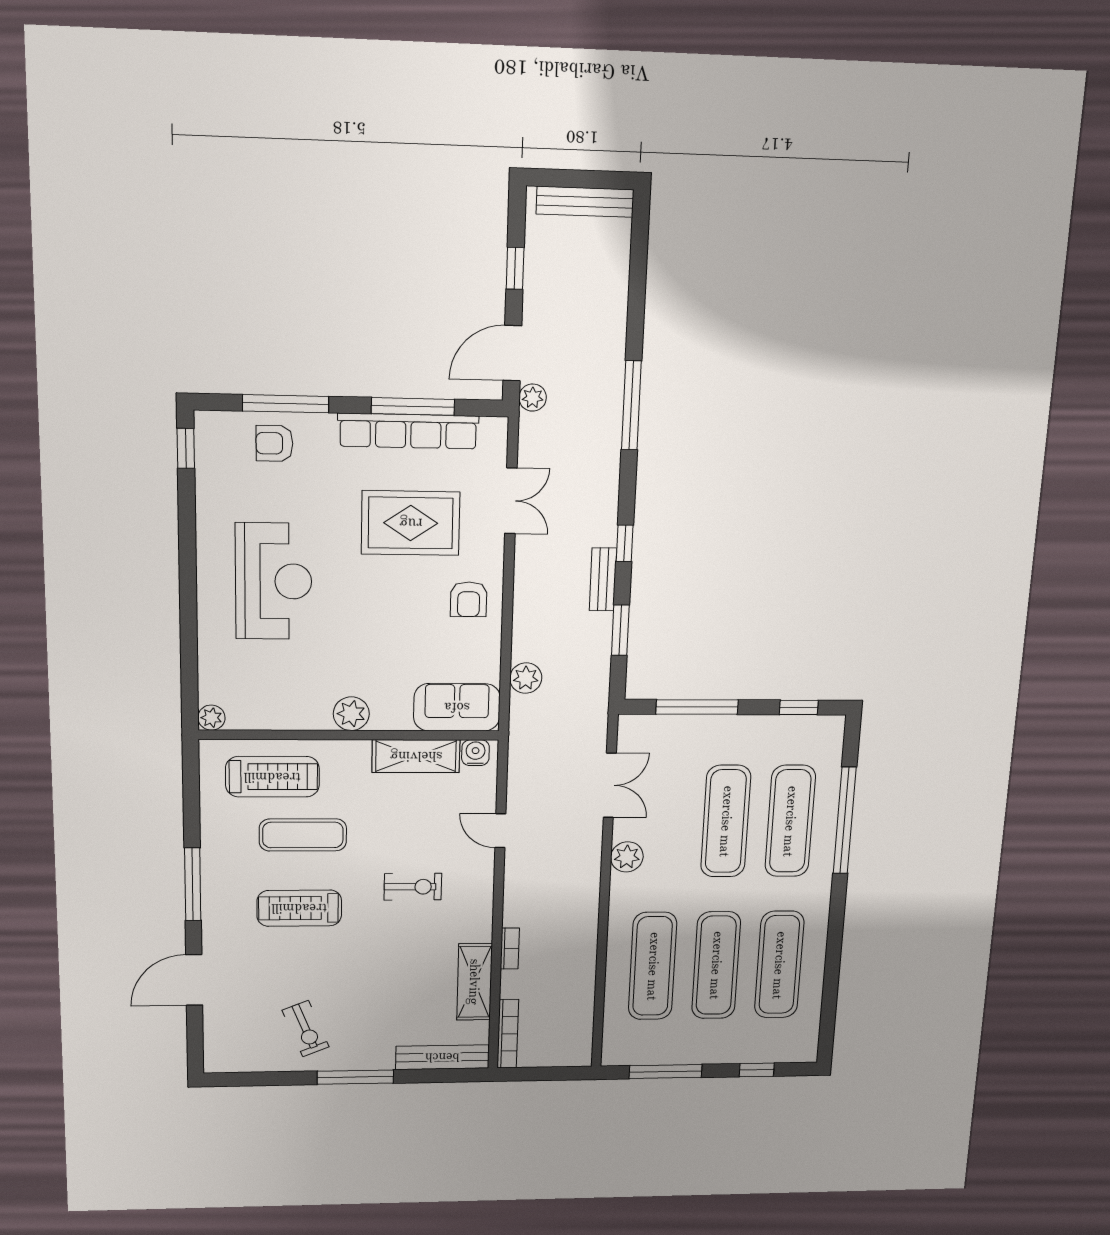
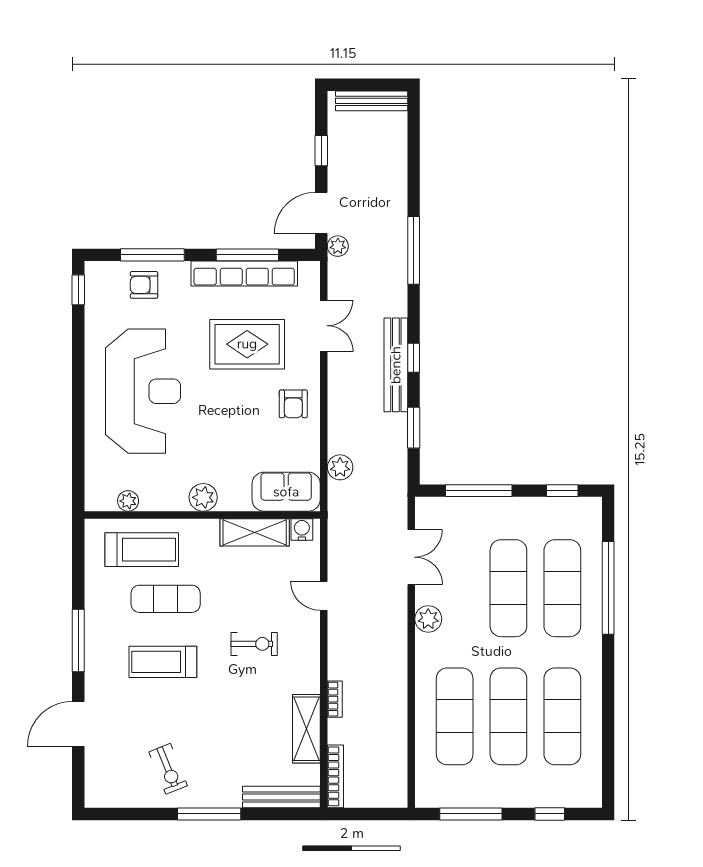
bench: (603, 579) -> (396, 365), width x1.86, depth x1.21
reception desk: (274, 581) -> (143, 391), width x1.36, depth x1.30
plant: (211, 718) -> (128, 501), moved

